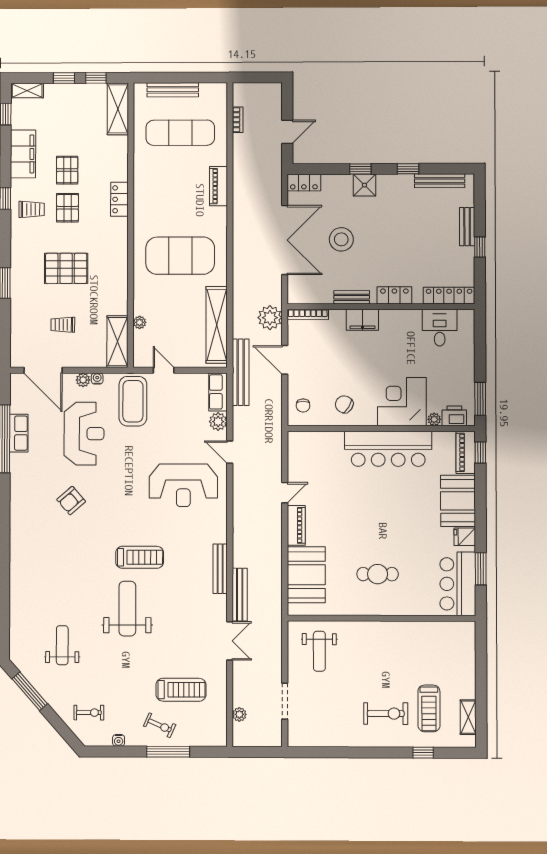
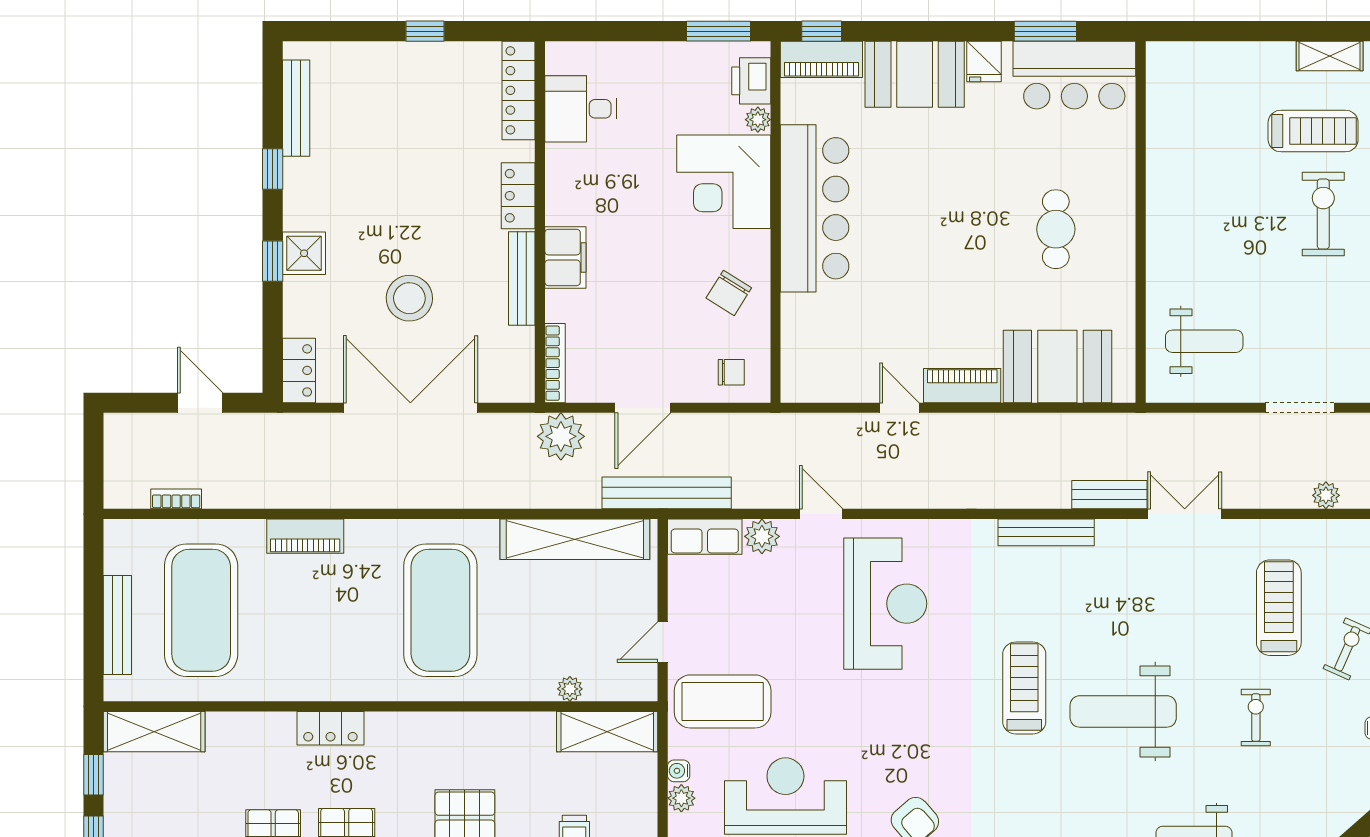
exercise mat: (180, 133) -> (201, 610), width x1.47
bench: (467, 227) -> (385, 55), removed
bench: (352, 297) -> (522, 278), width x1.36
door: (230, 452) -> (821, 514), swing flipped
bench: (240, 595) -> (1109, 495), width x0.73
exercise bike: (89, 713) -> (1256, 718), moved

